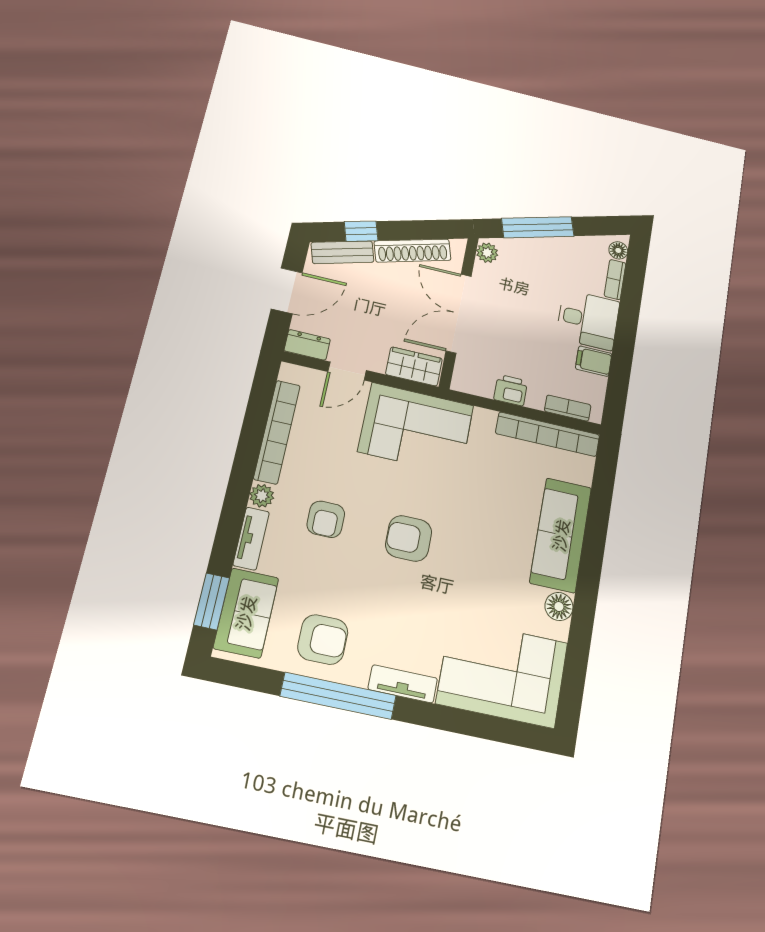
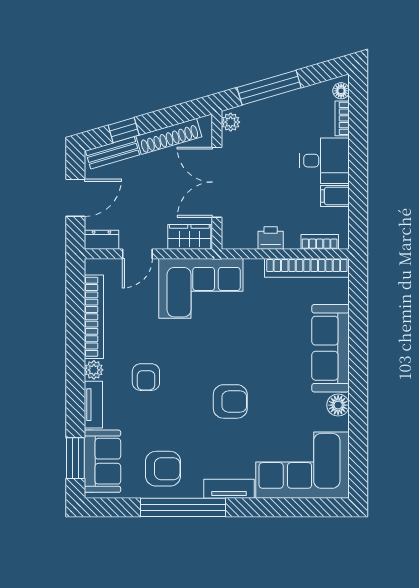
armchair: (409, 538) -> (230, 401), moved, turned 180

